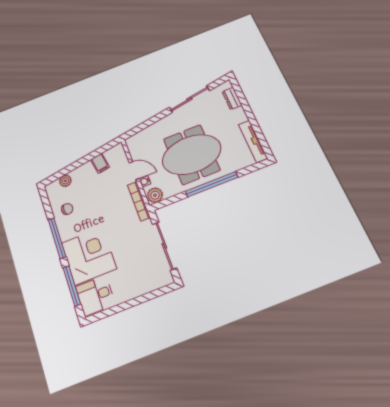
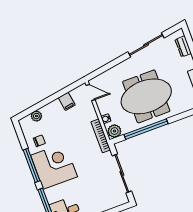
door: (134, 171) -> (91, 92), moved
window: (212, 184) -> (146, 129), moved
corner desk: (89, 256) -> (54, 166), moved

